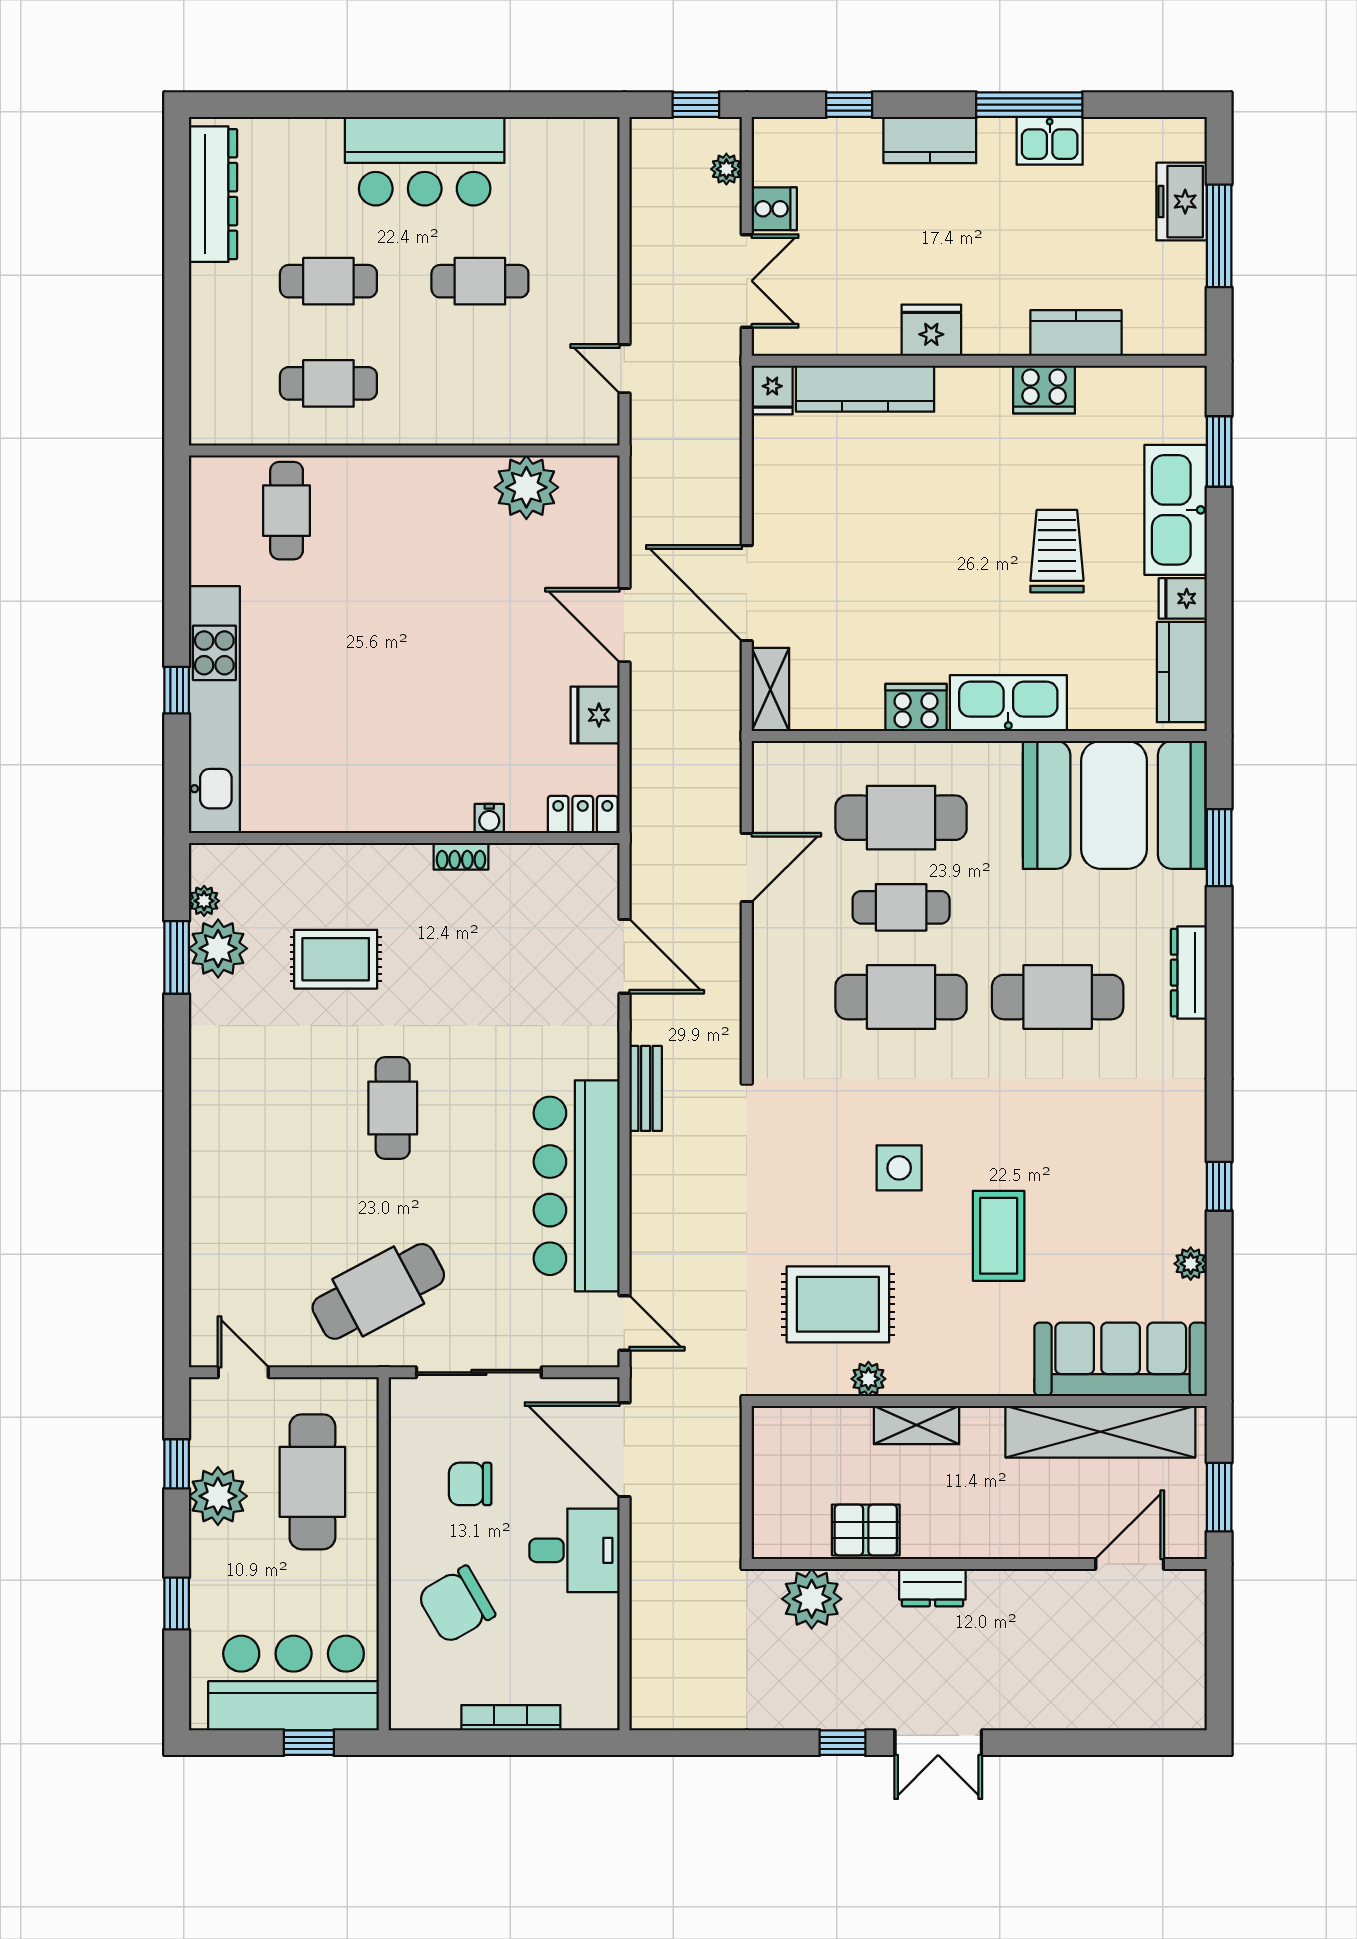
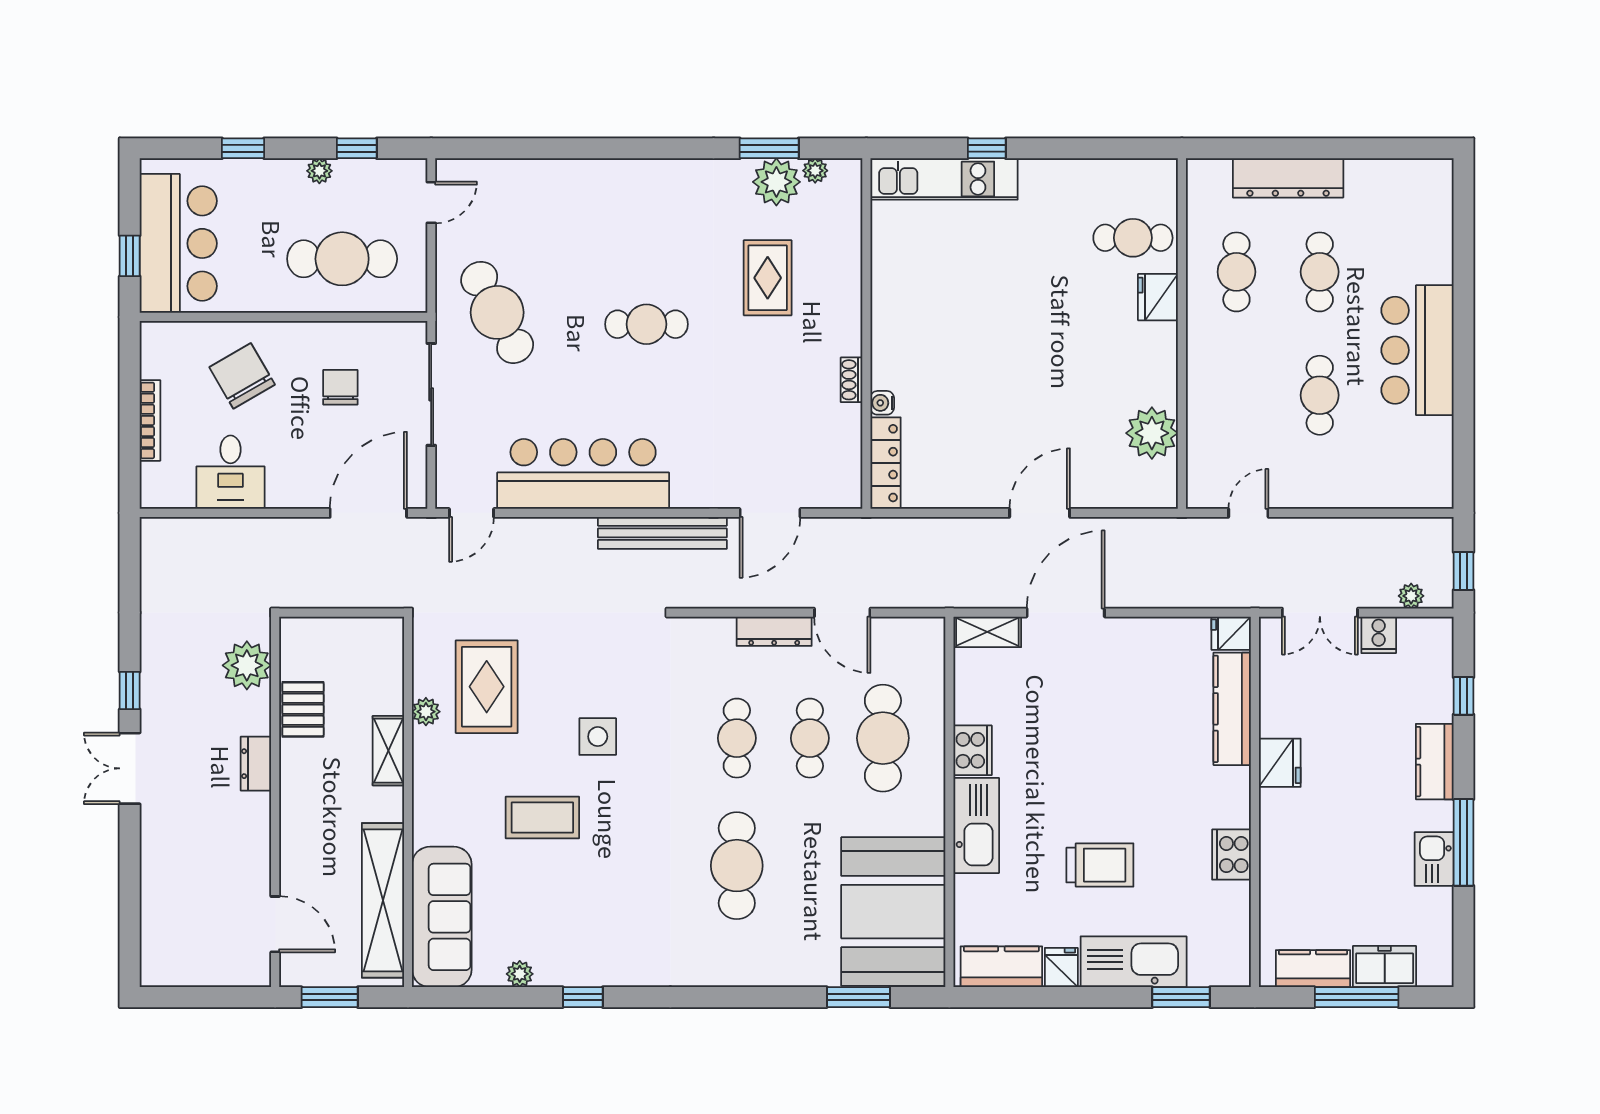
dresser: (213, 194) -> (1288, 178), moved
kitchen counter: (1076, 333) -> (1313, 969), moved, turned -90
kitchen unit: (214, 710) -> (944, 179), width x0.73
fridge: (595, 715) -> (1158, 297), moved, turned -90
locker: (583, 814) -> (885, 463), width x1.53
dresser: (1189, 973) -> (774, 631), moved, turned 180
cafe table: (901, 997) -> (737, 738), width x0.73, depth x0.74
bench: (646, 1088) -> (662, 533), width x1.86, depth x1.21
plant: (218, 1496) -> (319, 171), width x0.53, depth x0.53
desk: (574, 1550) -> (230, 472), moved

